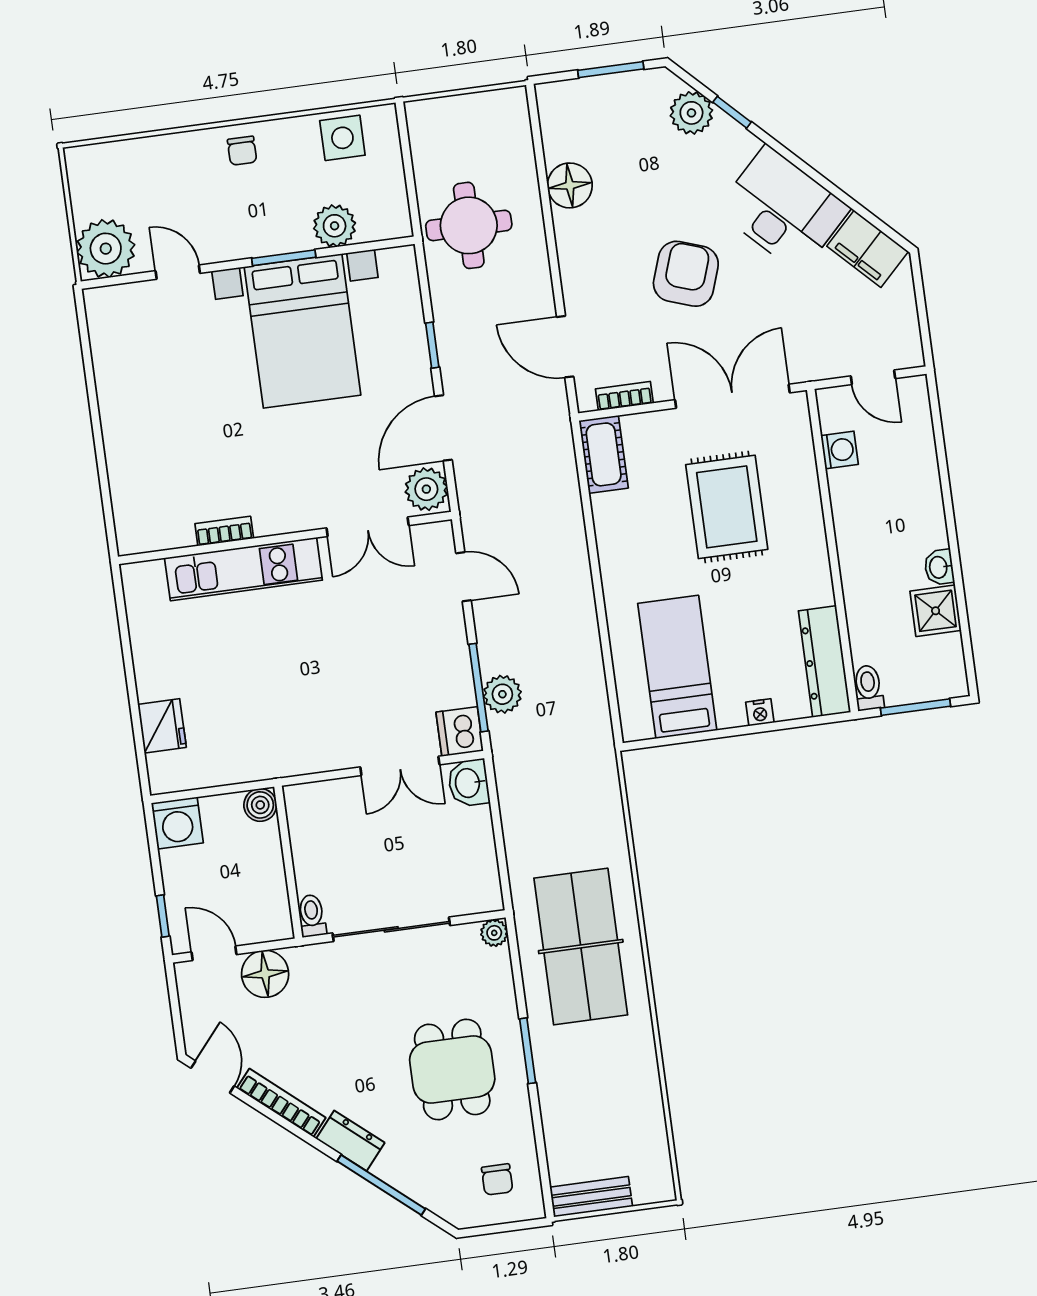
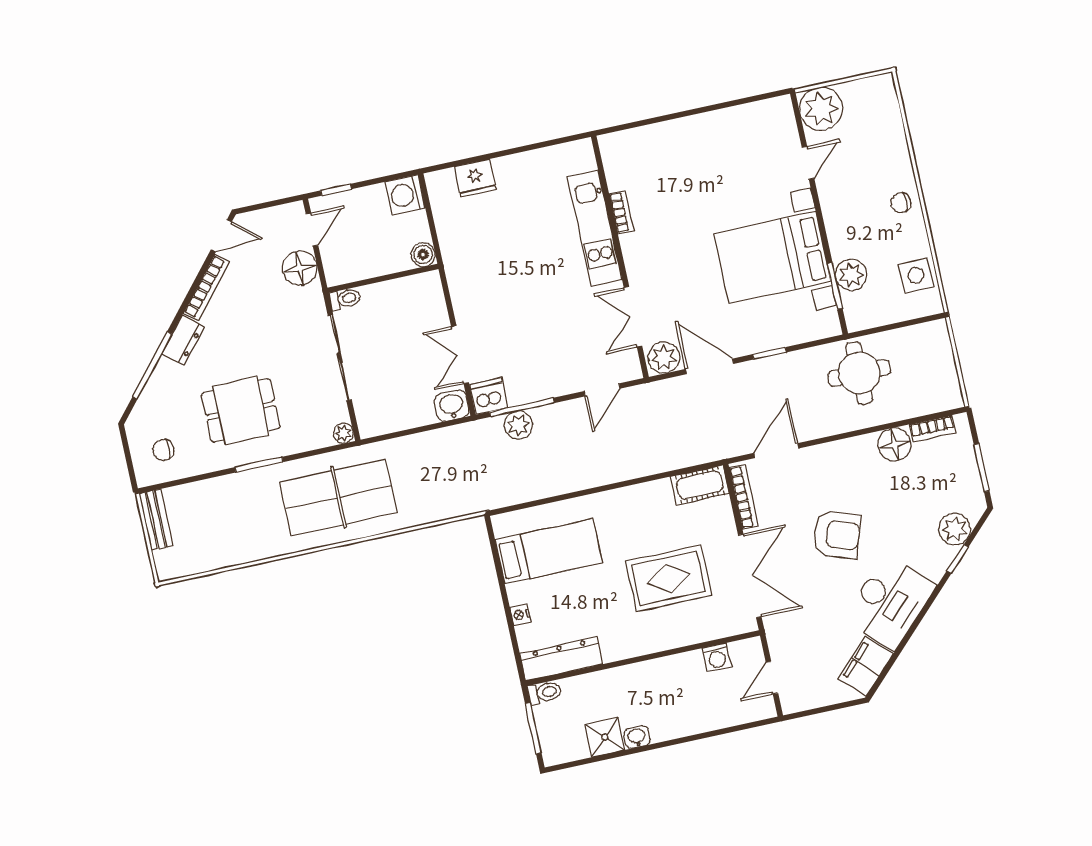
bookcase: (552, 132) -> (933, 428), added
window: (284, 258) -> (835, 286), moved
bookcase: (624, 396) -> (744, 497), width x1.56

